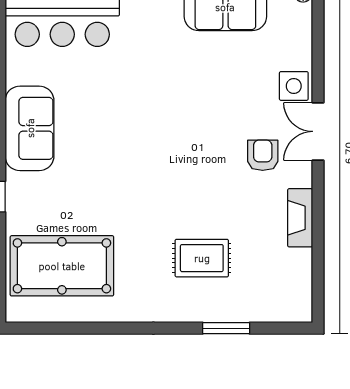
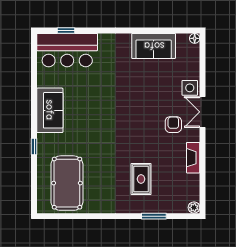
rug: (202, 258) -> (141, 179), turned 90
pool table: (62, 266) -> (67, 183), turned 90
plant: (302, 312) -> (194, 208), added

